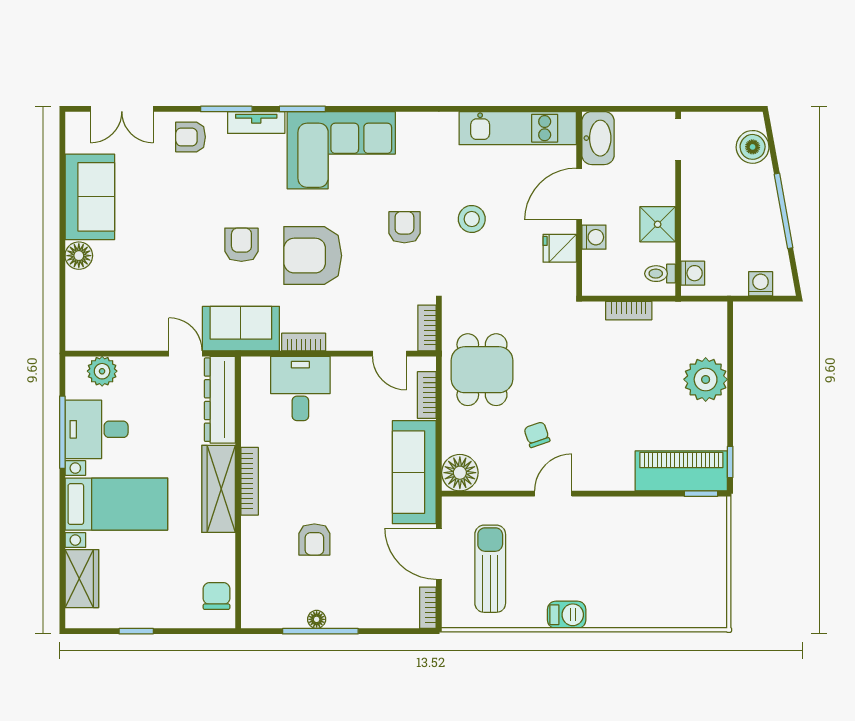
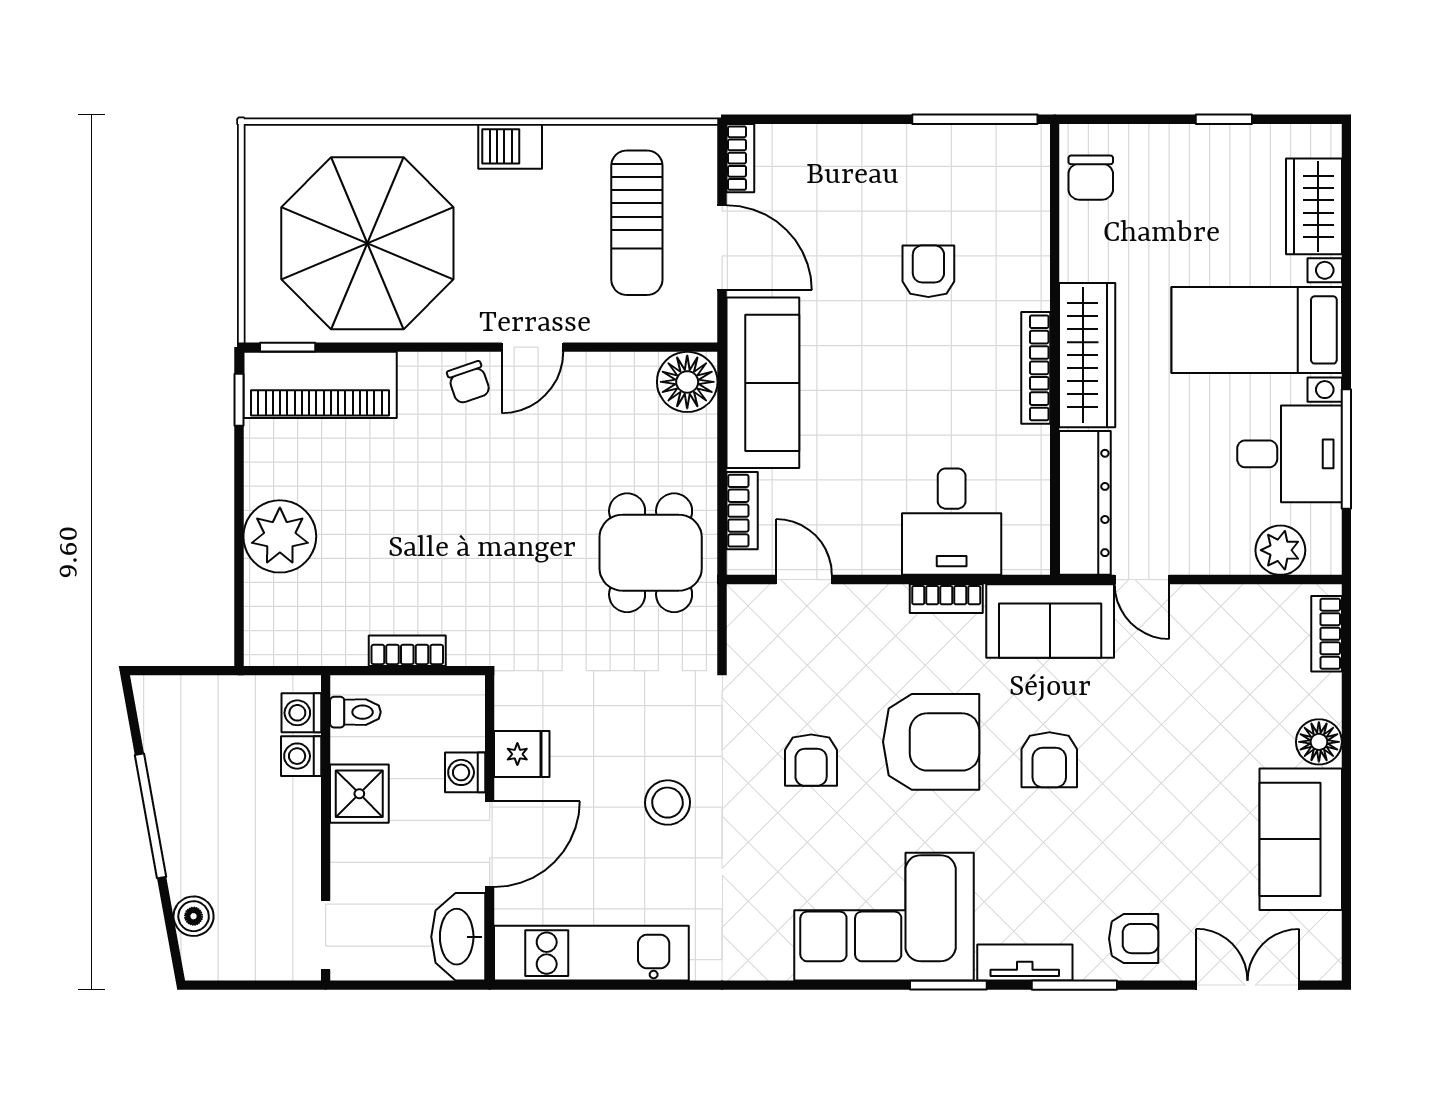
boiler: (753, 147) -> (194, 916), width x0.73, depth x0.73
armchair: (404, 227) -> (811, 760), moved
washing machine: (761, 284) -> (301, 756), moved, turned 90
bookcase: (427, 328) -> (1327, 634), moved, turned 180
chair: (537, 435) -> (469, 382), moved
parasol: (653, 556) -> (367, 243), added
floor lamp: (317, 619) -> (925, 139), removed
window: (320, 631) -> (975, 119), moved

